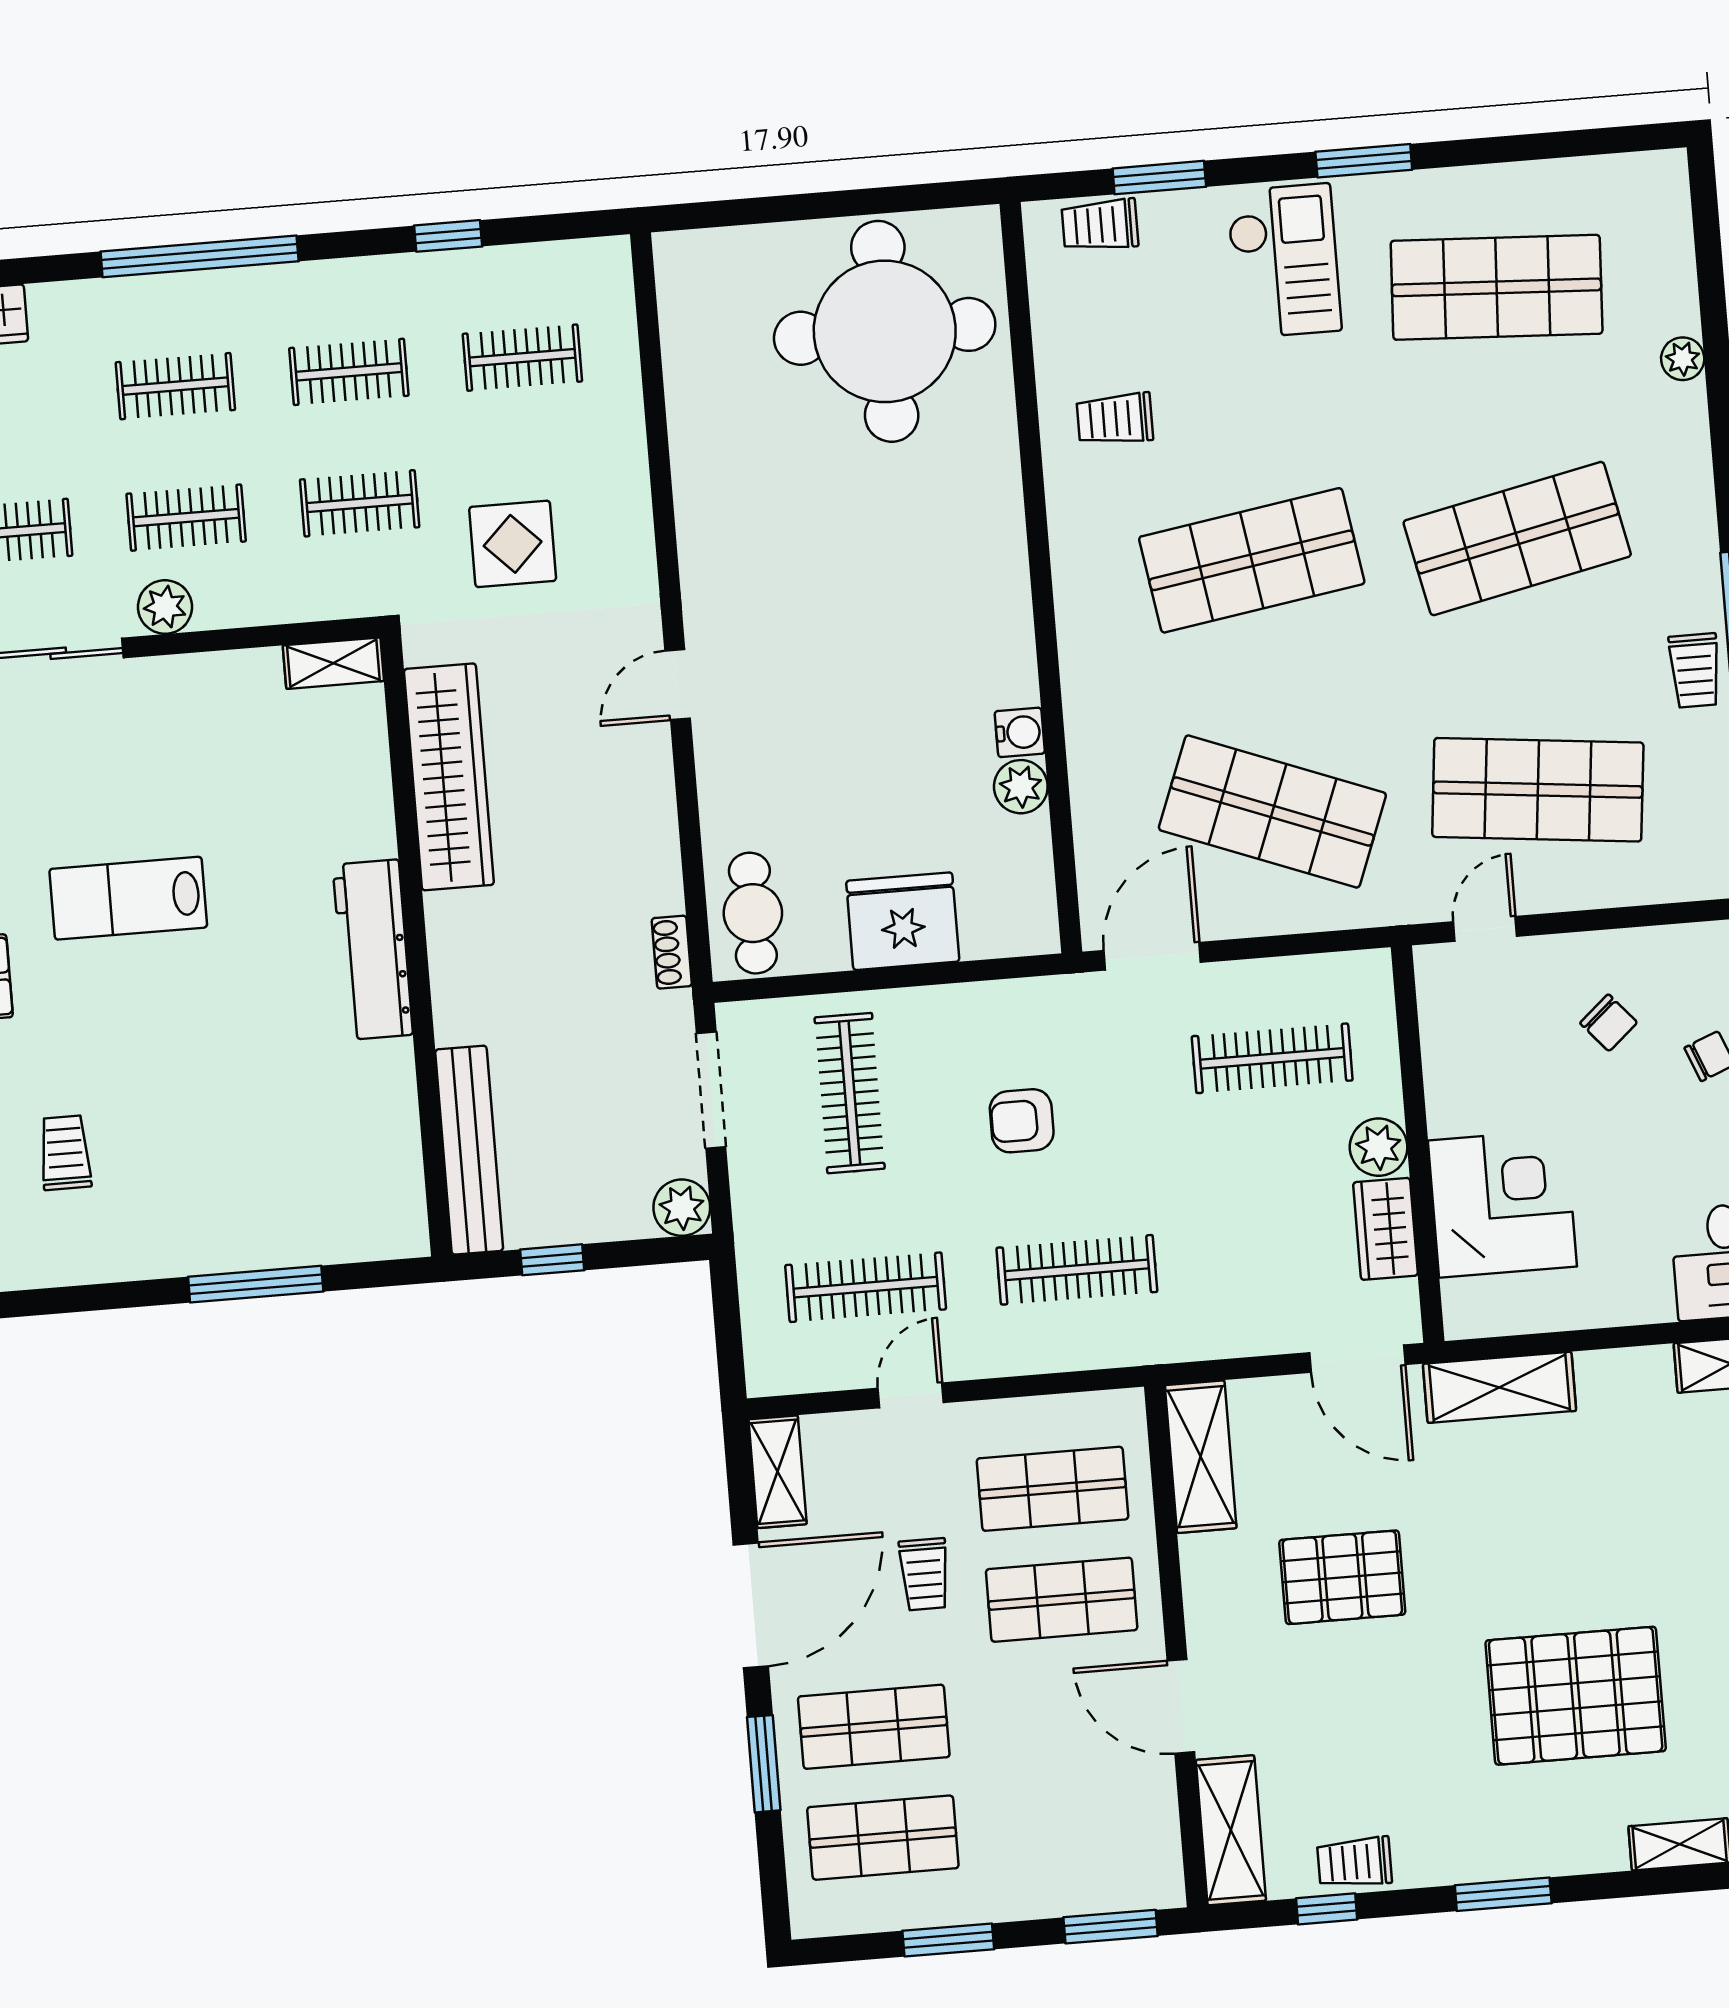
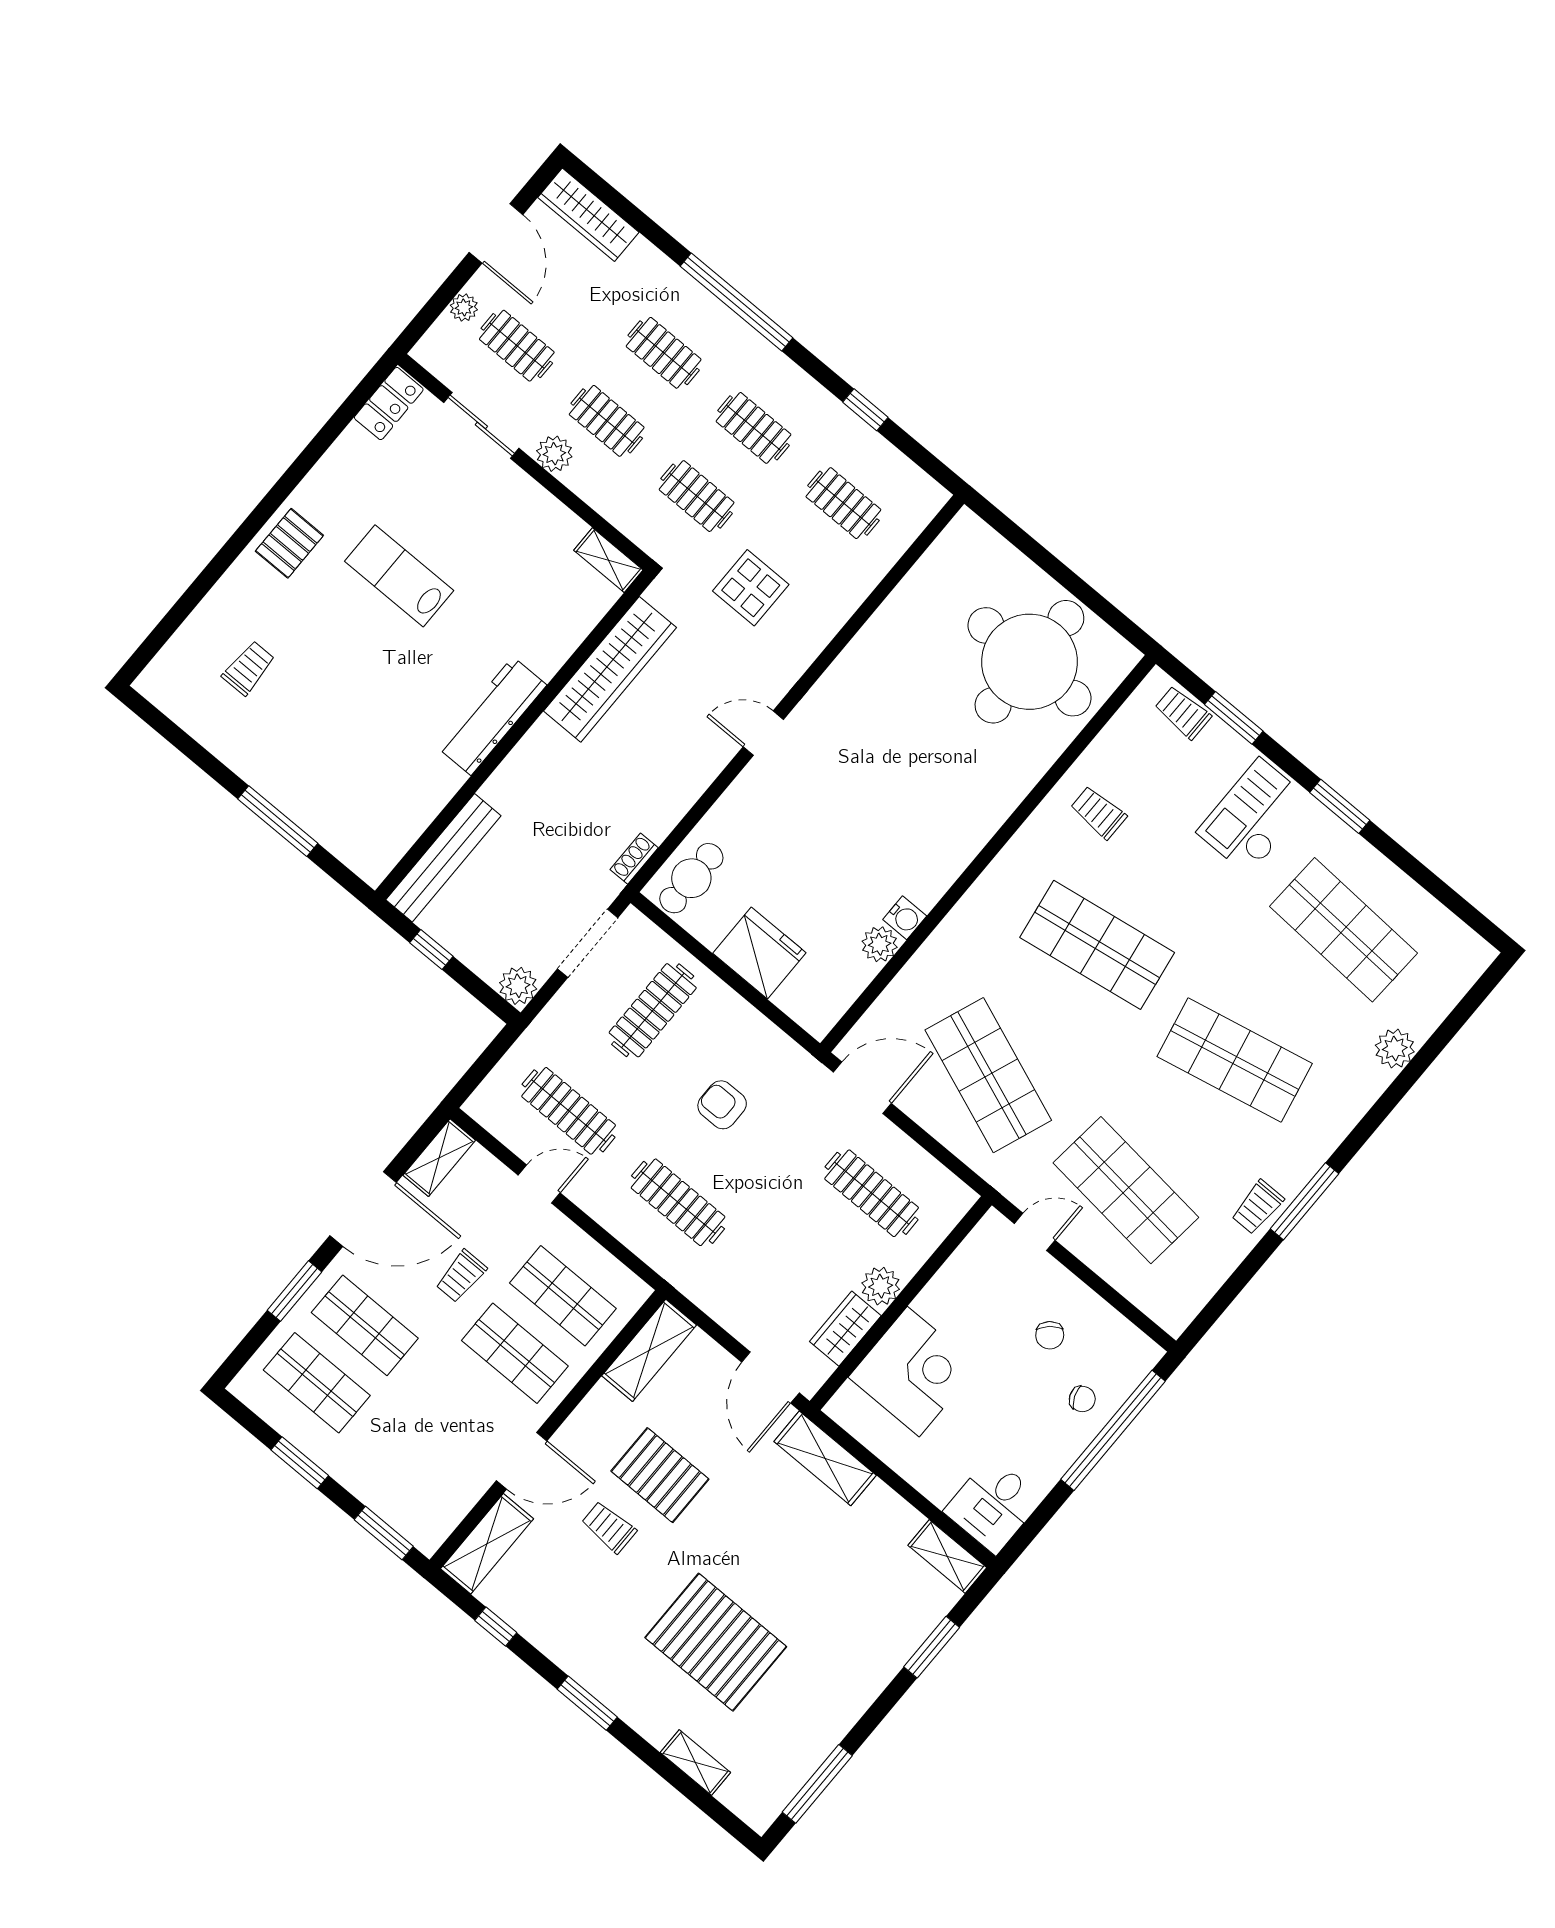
checkout: (1284, 261) -> (1254, 817), turned 180
plant: (1683, 359) -> (1395, 1049), width x1.38, depth x1.38
door: (1181, 1706) -> (522, 1461), swing flipped
trolley: (1354, 1862) -> (609, 1527), moved

